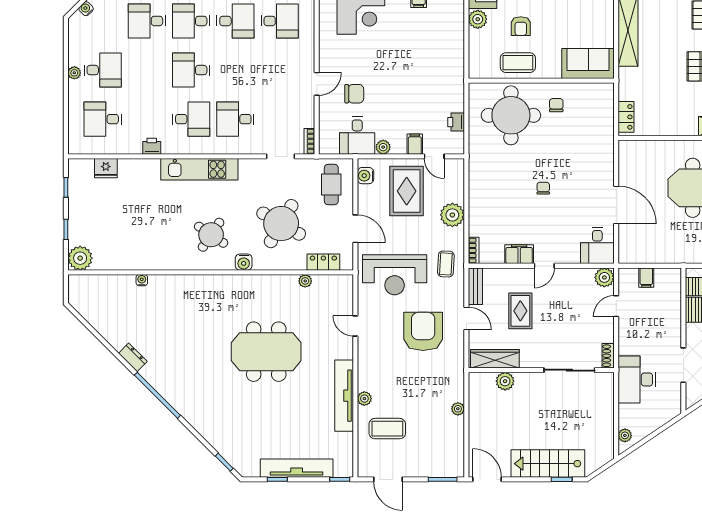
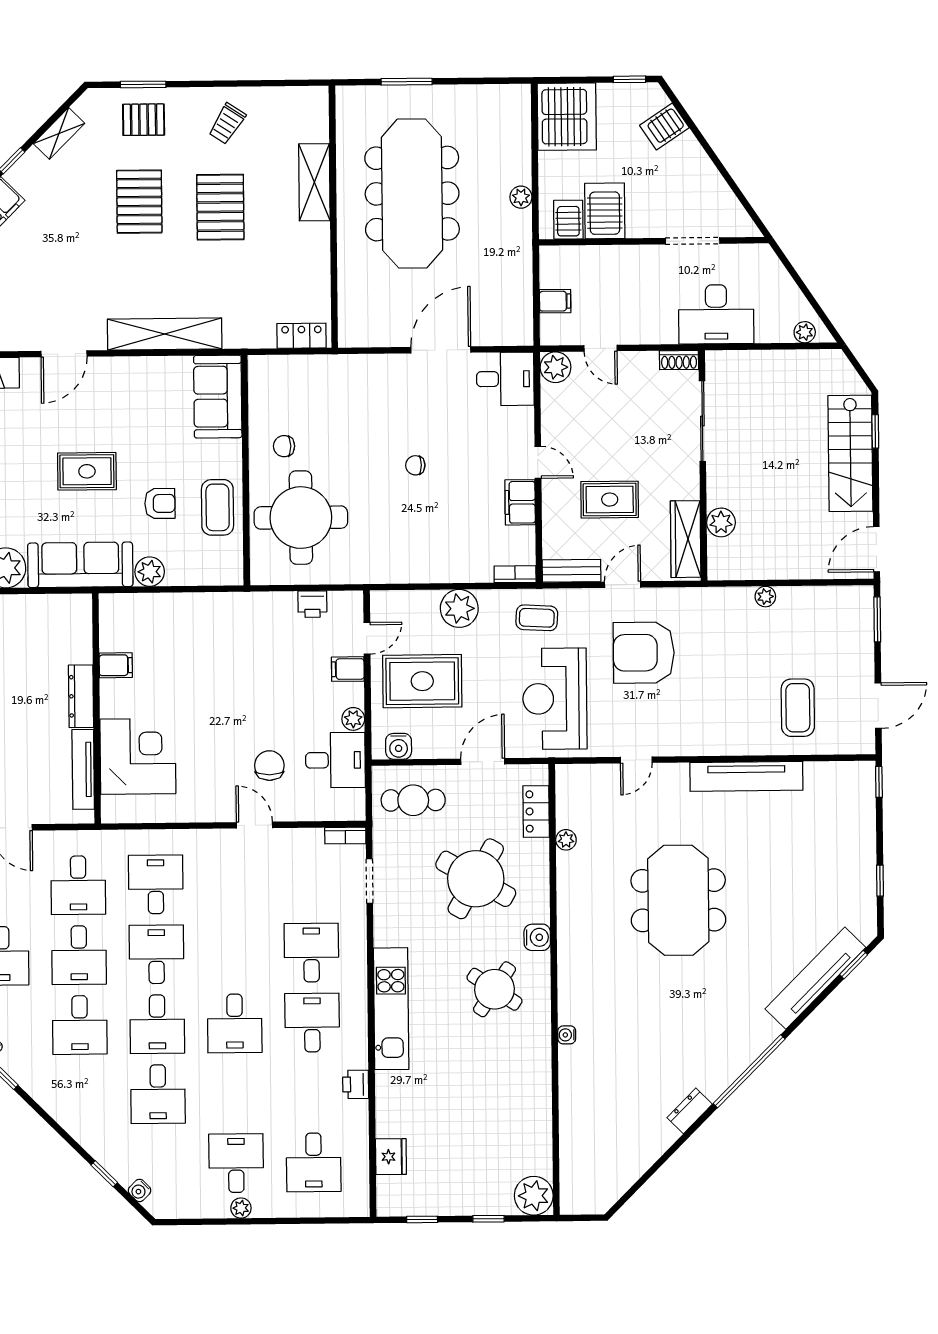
desk: (235, 119) -> (311, 953), turned 180
reception desk: (395, 275) -> (555, 699), turned 180
water cooler: (142, 280) -> (567, 1035), moved
plant: (364, 399) -> (751, 744), removed
tv unit: (297, 468) -> (815, 978), moved, turned 45

